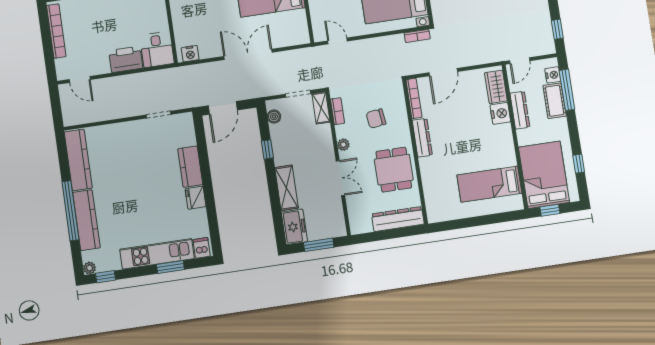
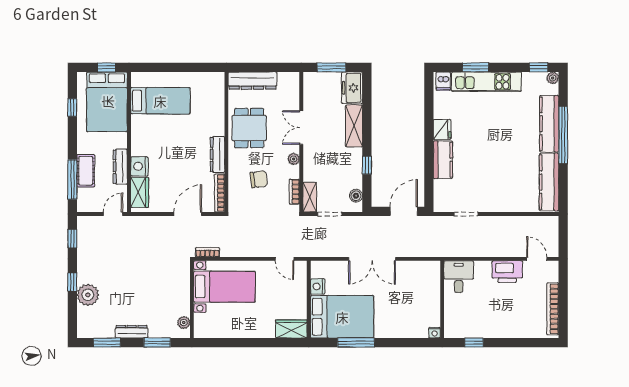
nightstand: (190, 54) -> (318, 286), moved, turned -90
printer: (126, 59) -> (507, 272), moved
nightstand: (553, 75) -> (84, 196), removed

